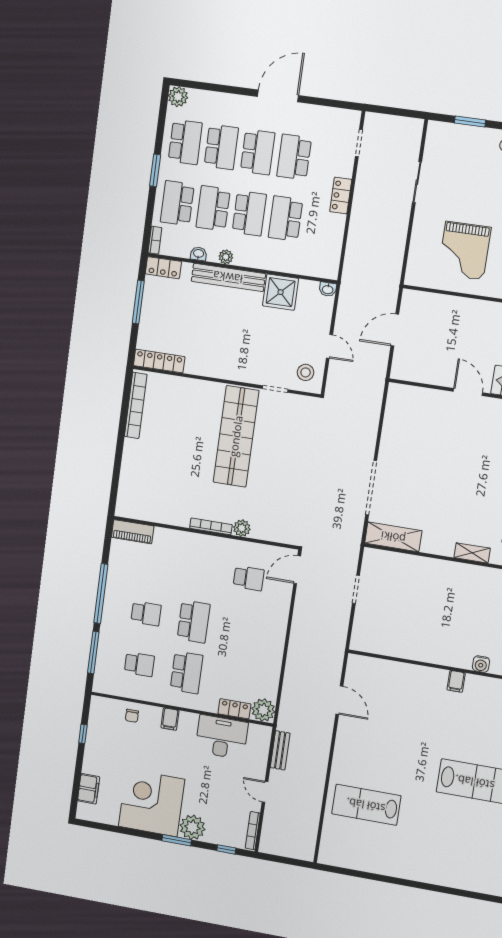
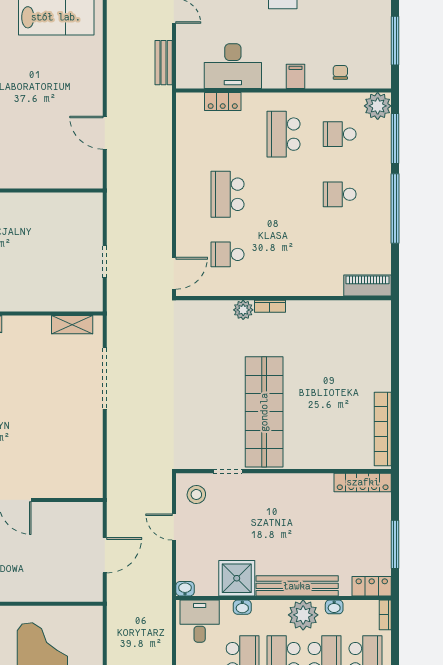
plant: (226, 257) -> (303, 615), width x1.88, depth x1.88
desk: (319, 258) -> (200, 621), added
washbasin: (279, 265) -> (242, 607), added
bookcase: (211, 526) -> (270, 306), width x0.64
shelving: (393, 537) -> (72, 325), width x0.67, depth x0.75
school desk: (194, 622) -> (227, 194), moved
plant: (263, 710) -> (378, 106), moved
window: (83, 734) -> (395, 41), width x2.17

